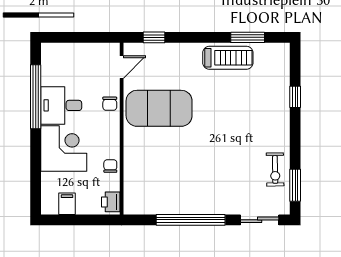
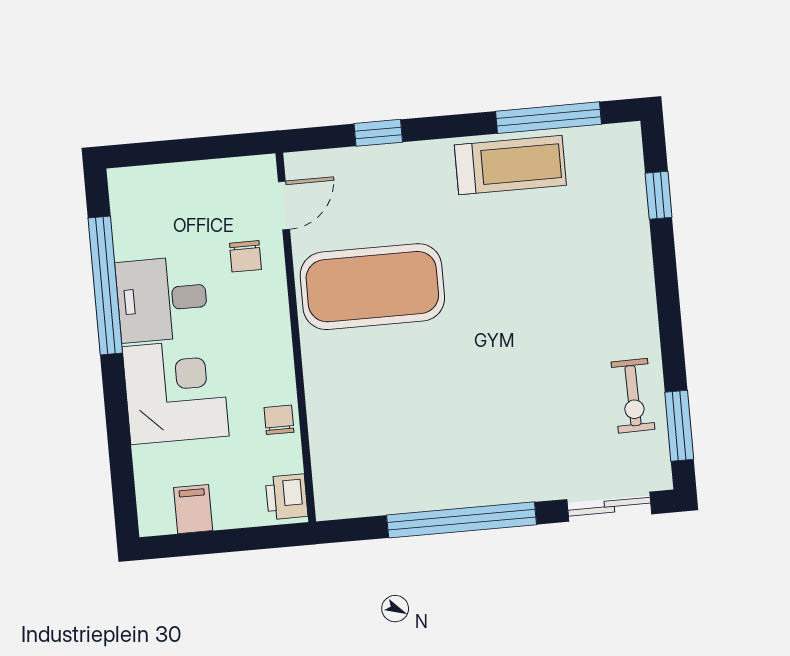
window: (154, 37) -> (378, 133), moved
window: (248, 37) -> (549, 118), width x1.44
window: (295, 97) -> (659, 195), moved
chair: (110, 104) -> (245, 256), moved

